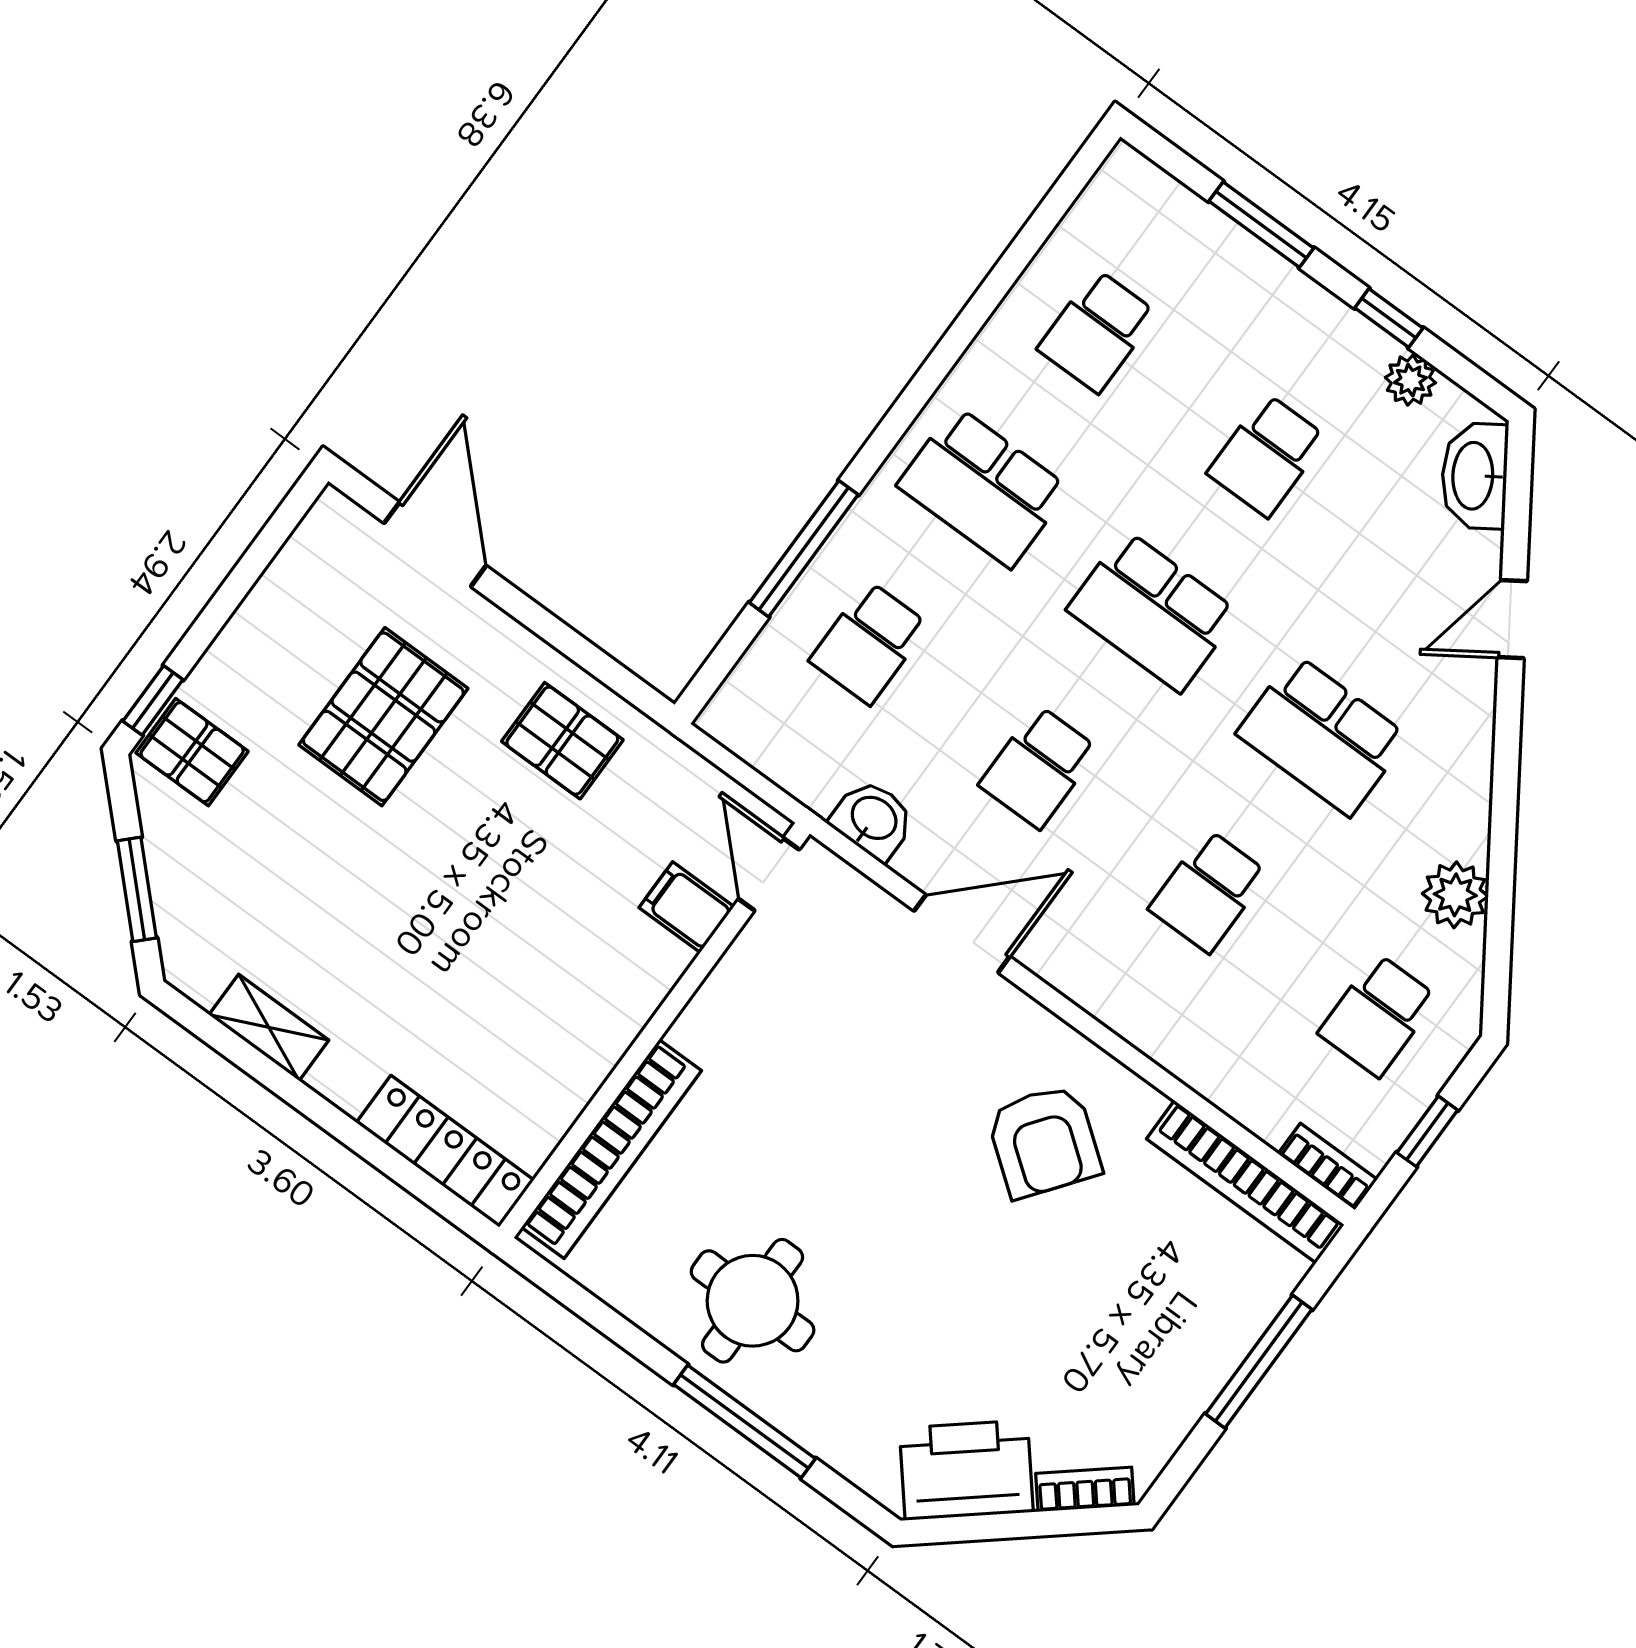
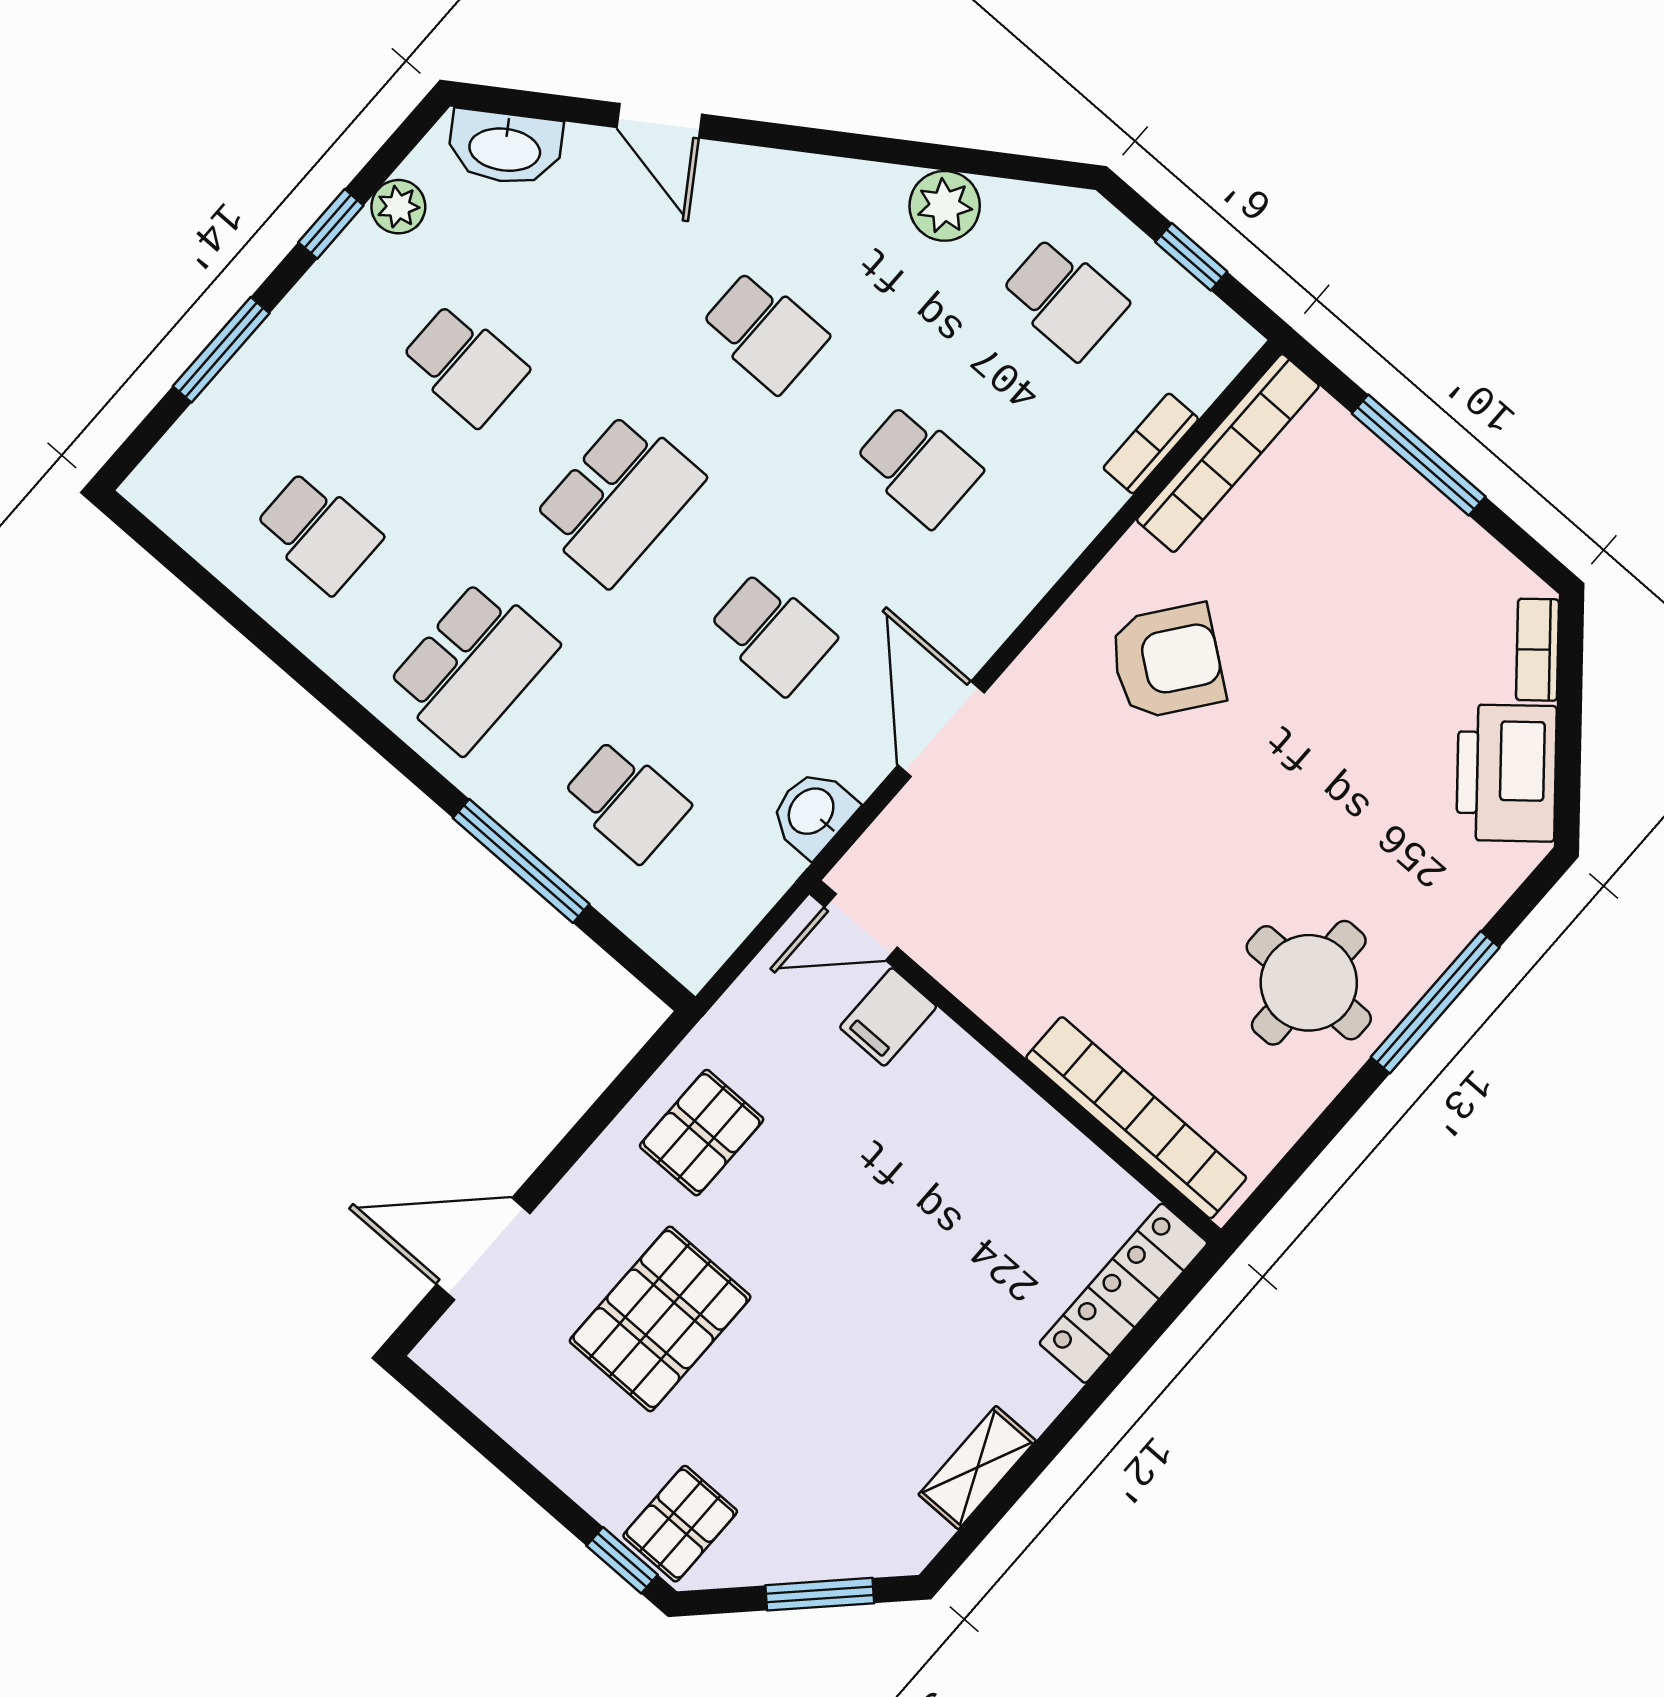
pallet: (383, 717) -> (660, 1319), turned 90
school desk: (1322, 735) -> (765, 331), width x0.54
bookcase: (1328, 1167) -> (1151, 443), moved

